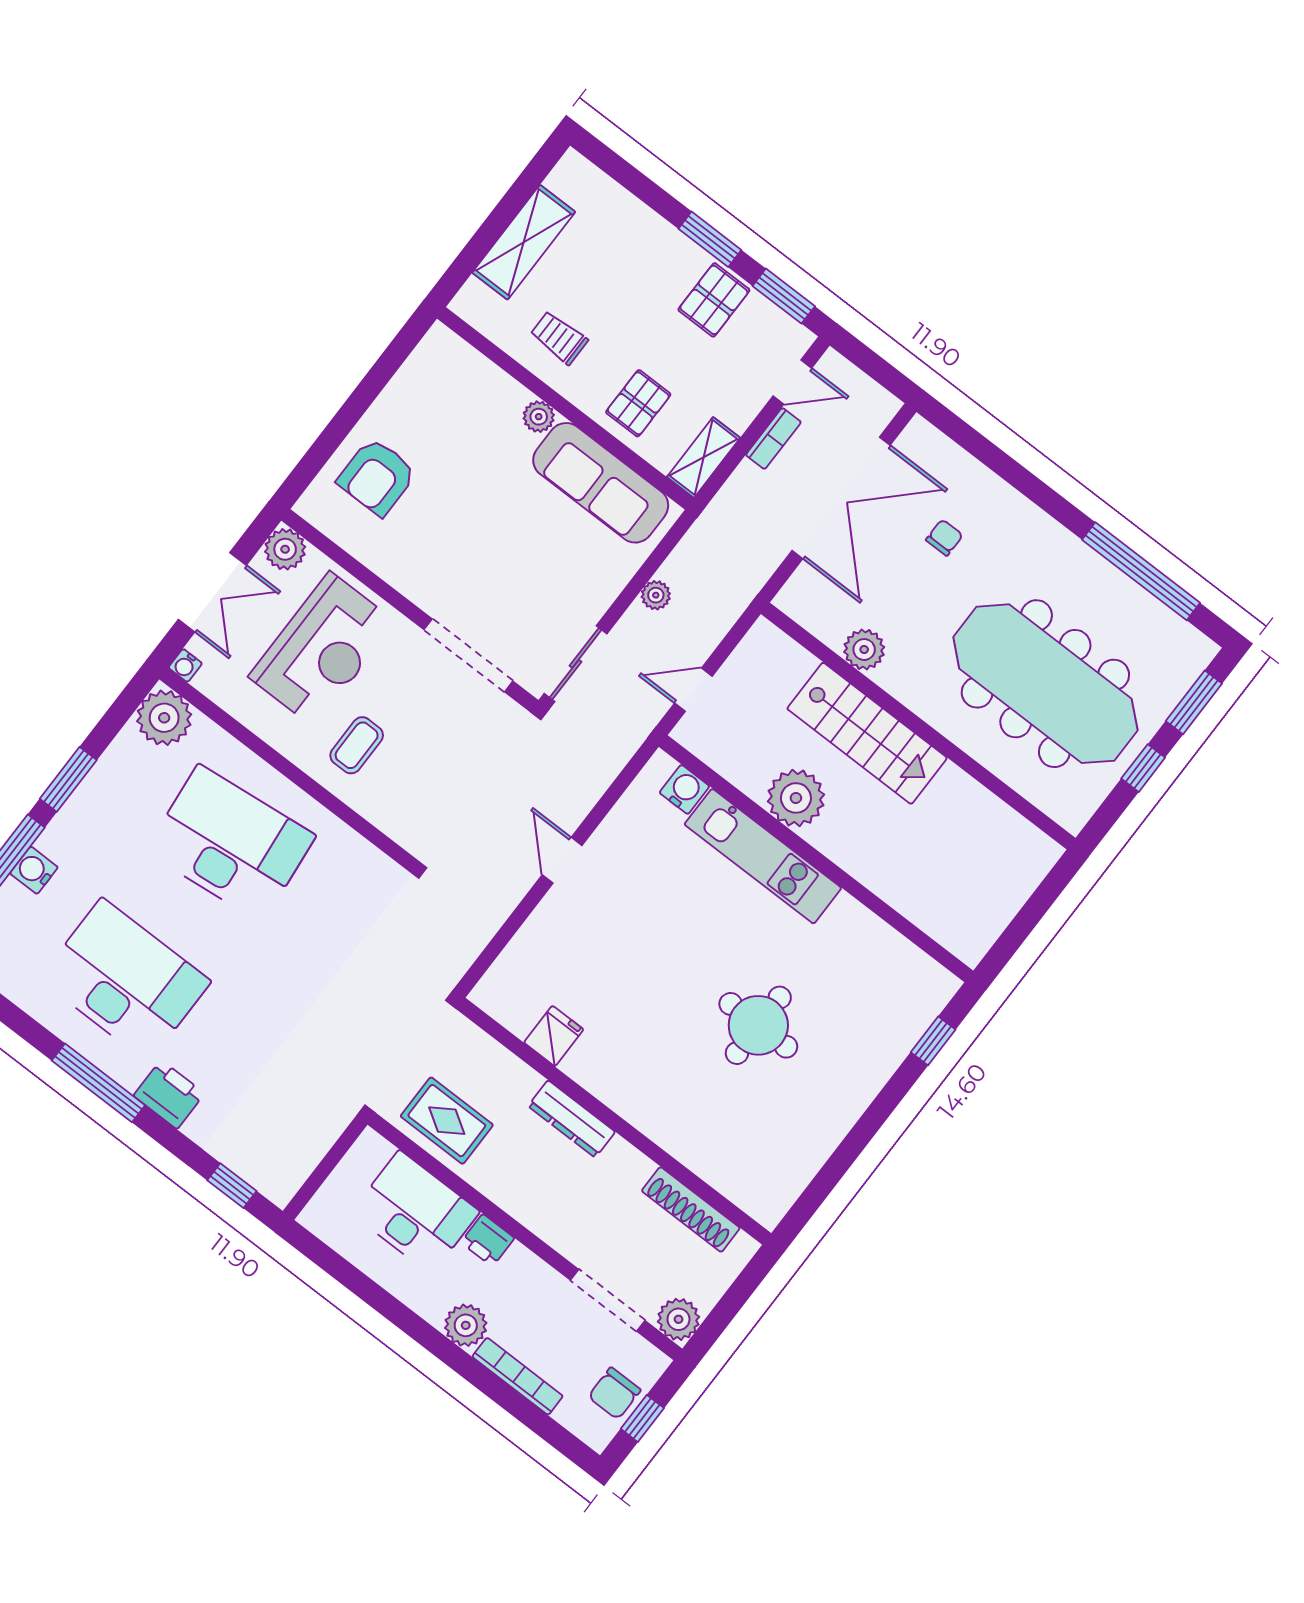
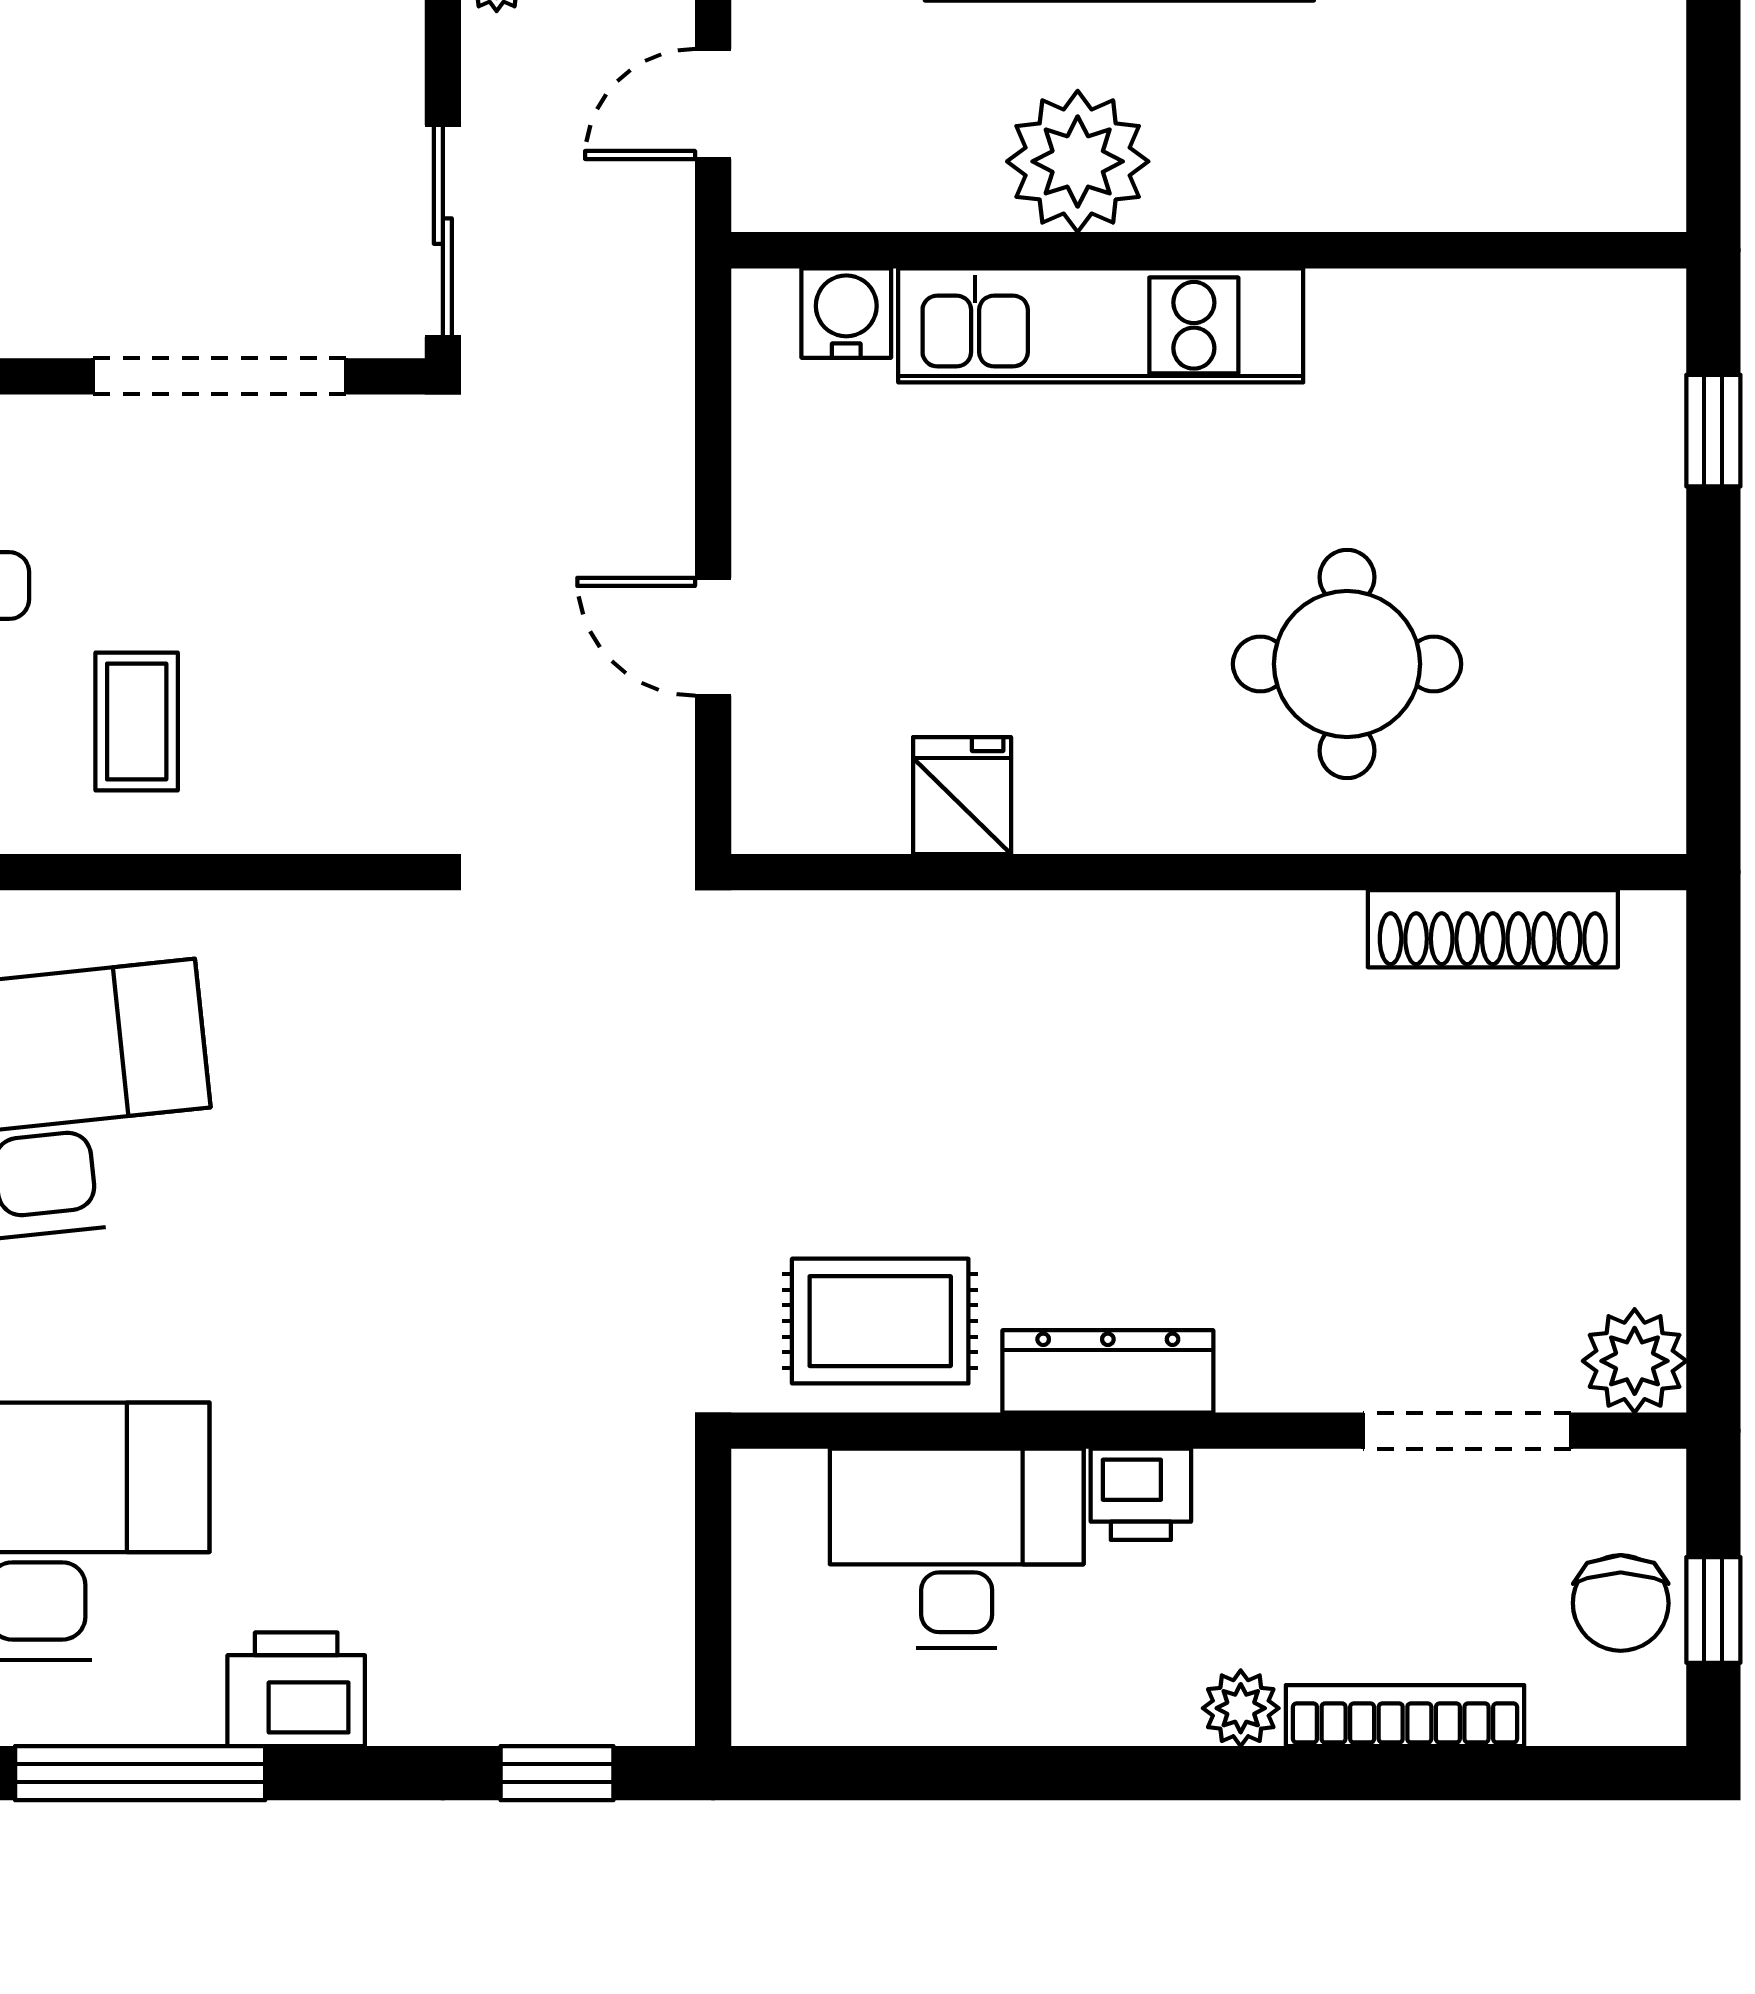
fridge: (554, 1036) -> (962, 796), moved
dresser: (572, 1119) -> (1108, 1371), moved, turned 180
wall: (614, 1121) -> (1209, 872), moved
shoe rack: (691, 1209) -> (1493, 929), moved
plant: (466, 1325) -> (1241, 1708), width x0.73, depth x0.73

